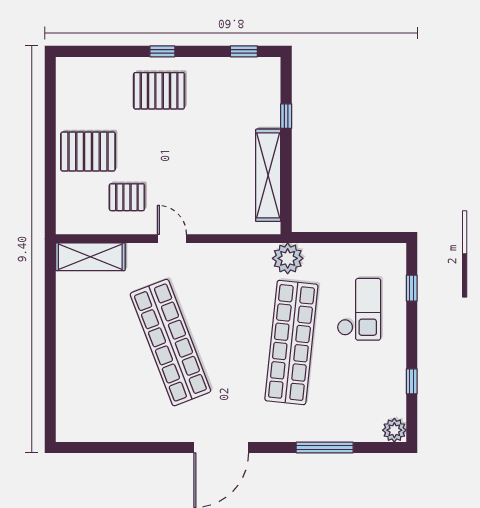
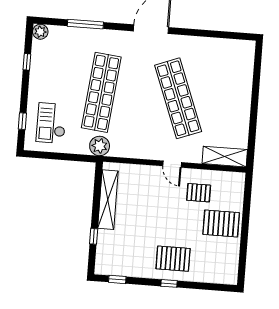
checkout: (359, 309) -> (51, 123), moved

